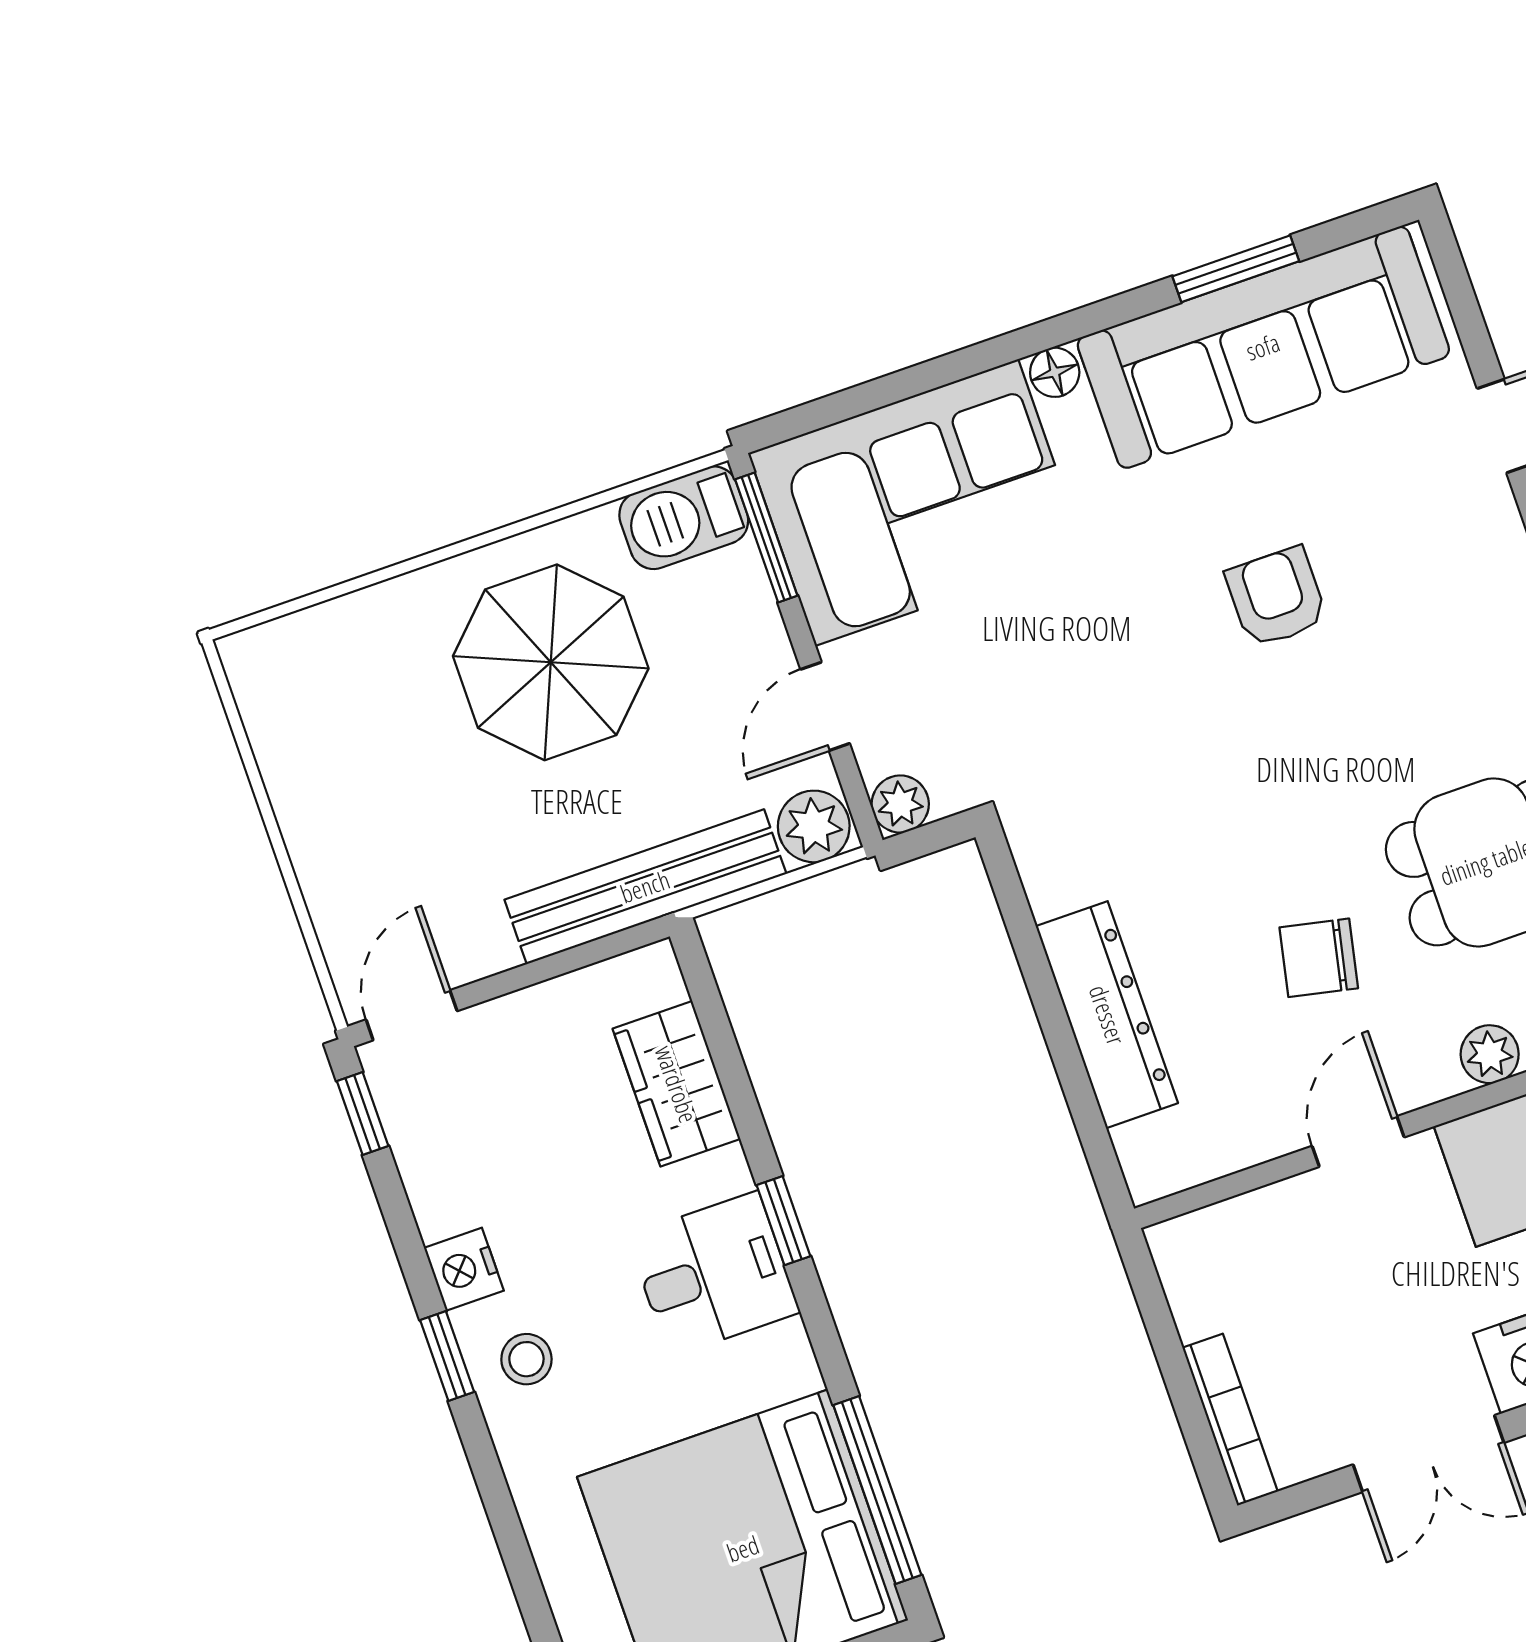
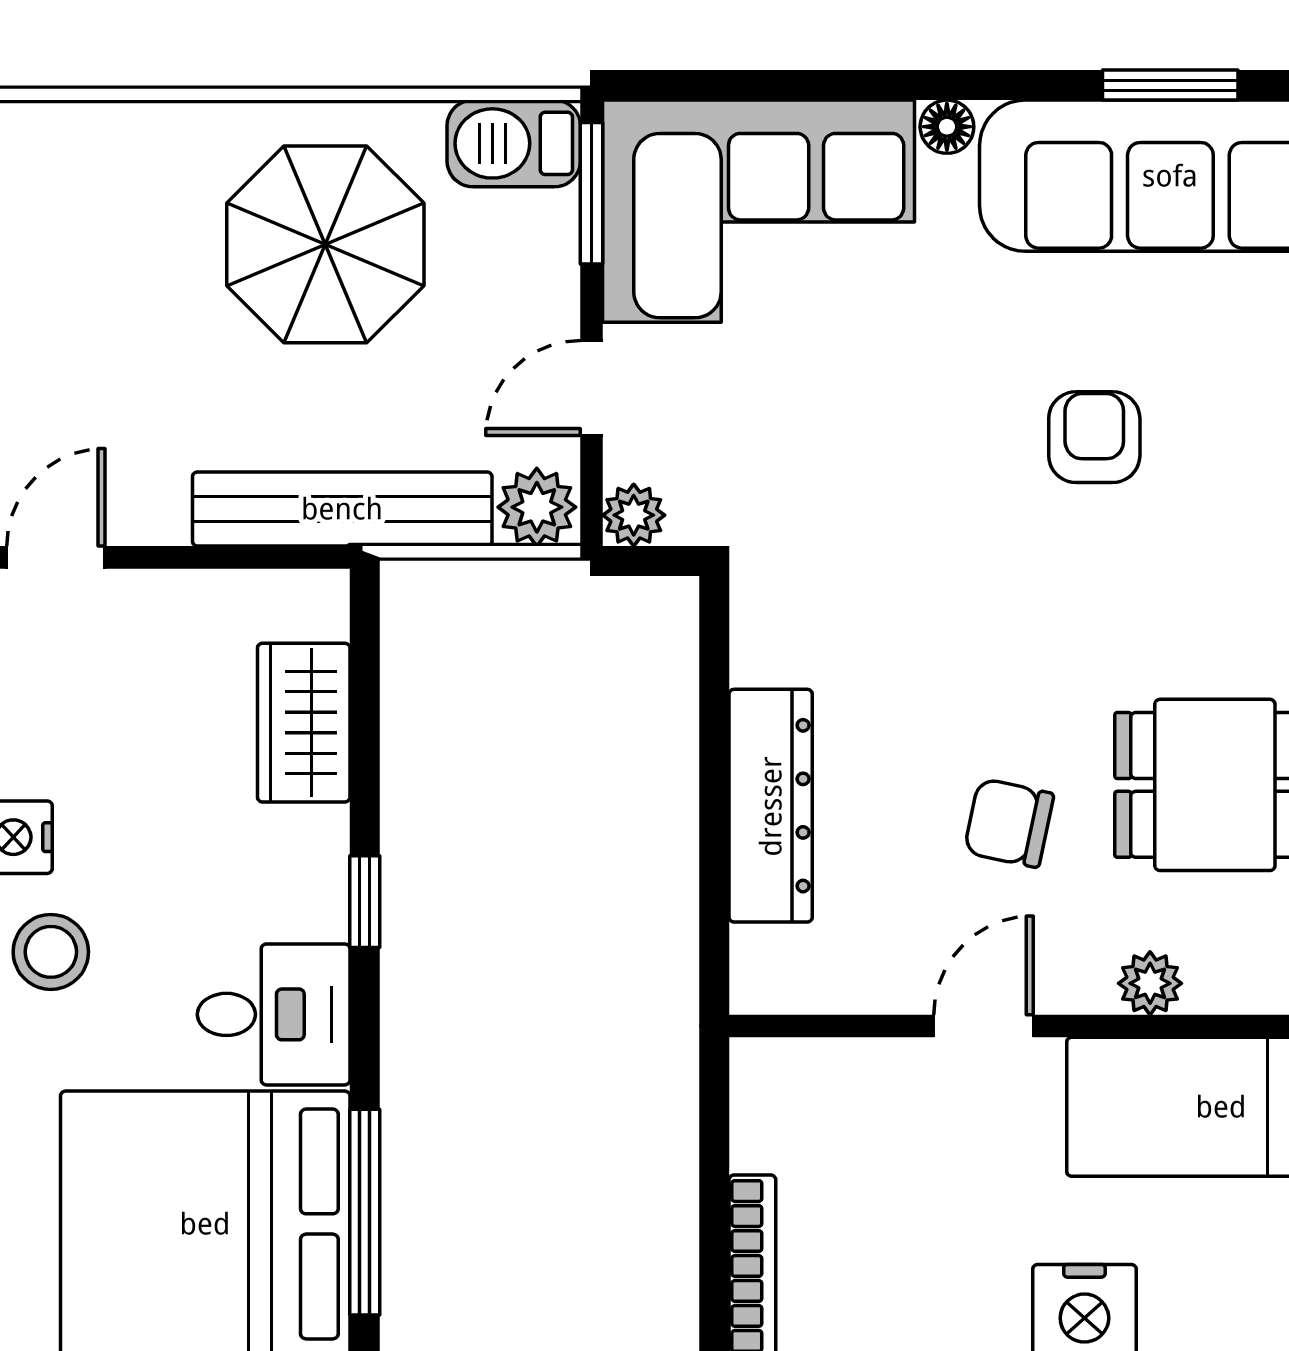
desk: (714, 1274) -> (274, 1014), moved
stool: (526, 1359) -> (51, 952), width x1.37, depth x1.37

